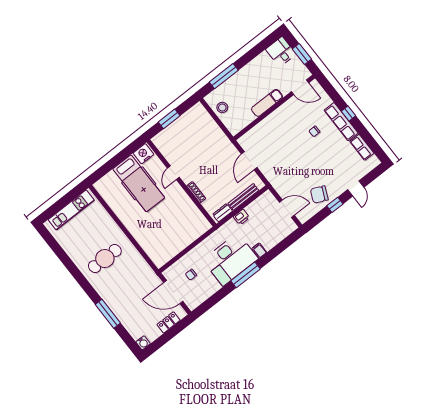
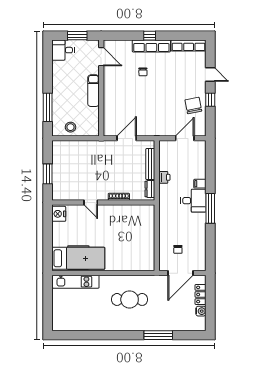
door: (300, 87) -> (101, 57), hinge flipped
row of seats: (362, 147) -> (189, 46), width x1.48
door: (249, 161) -> (127, 138), swing flipped
hospital bed: (139, 183) -> (78, 258), moved
chair: (319, 195) -> (193, 105), turned 145
kitchen unit: (71, 210) -> (76, 282), moved, turned 90
cafe table: (105, 259) -> (130, 299), moved, turned 90
desk: (230, 259) -> (193, 201), width x0.53, depth x0.77
water cooler: (143, 343) -> (201, 311), moved

